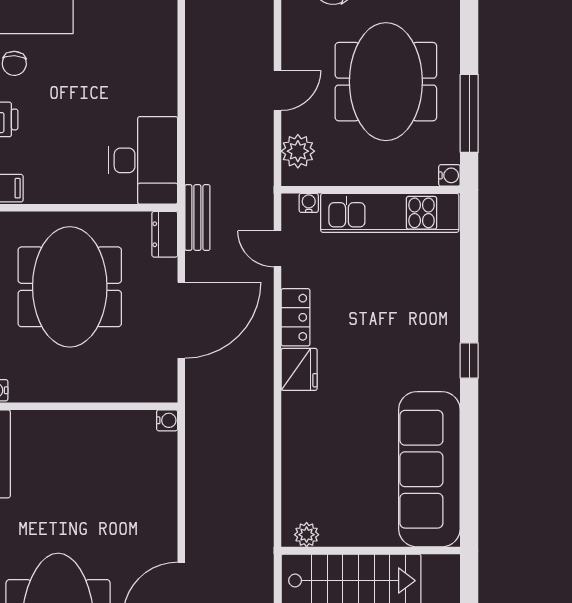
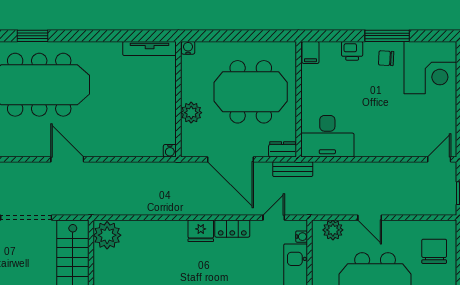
plant: (104, 385) -> (191, 113), added
plant: (307, 535) -> (107, 235), width x1.87, depth x1.87

